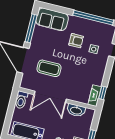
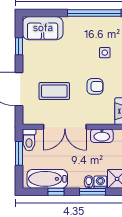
window: (31, 28) -> (19, 46), width x0.46
armchair: (76, 41) -> (95, 86), moved
window: (11, 108) -> (19, 153), added

